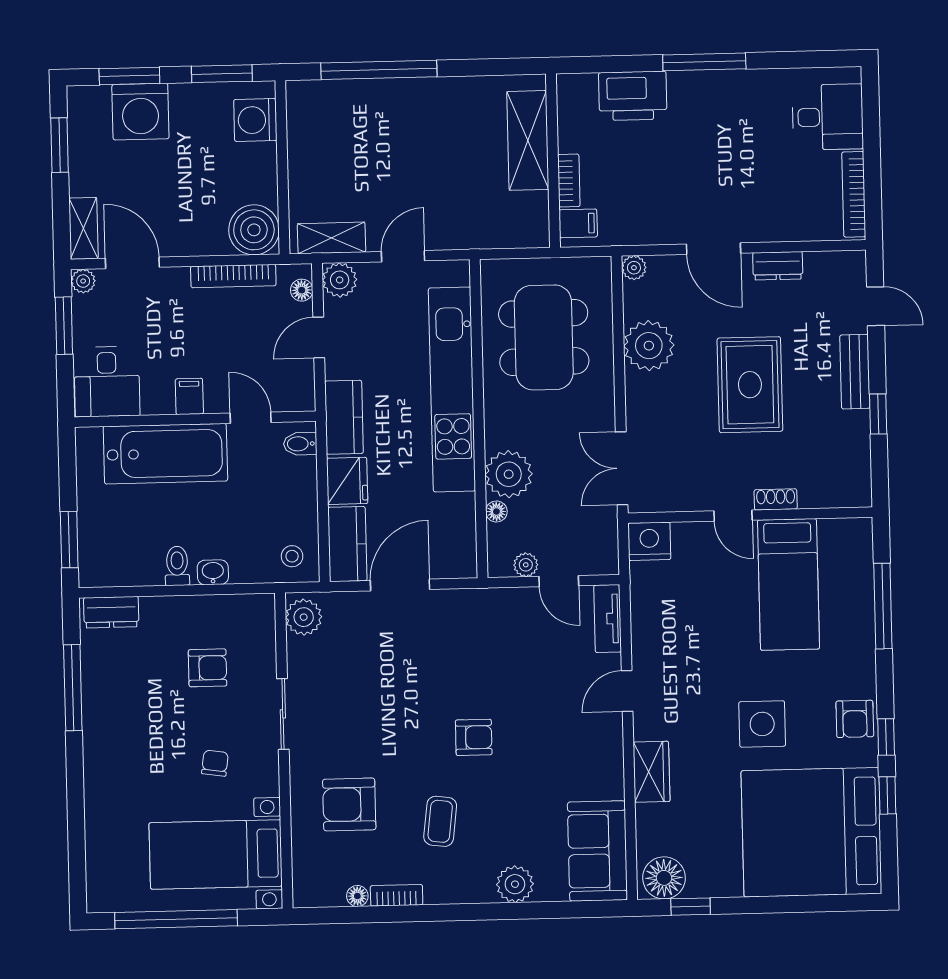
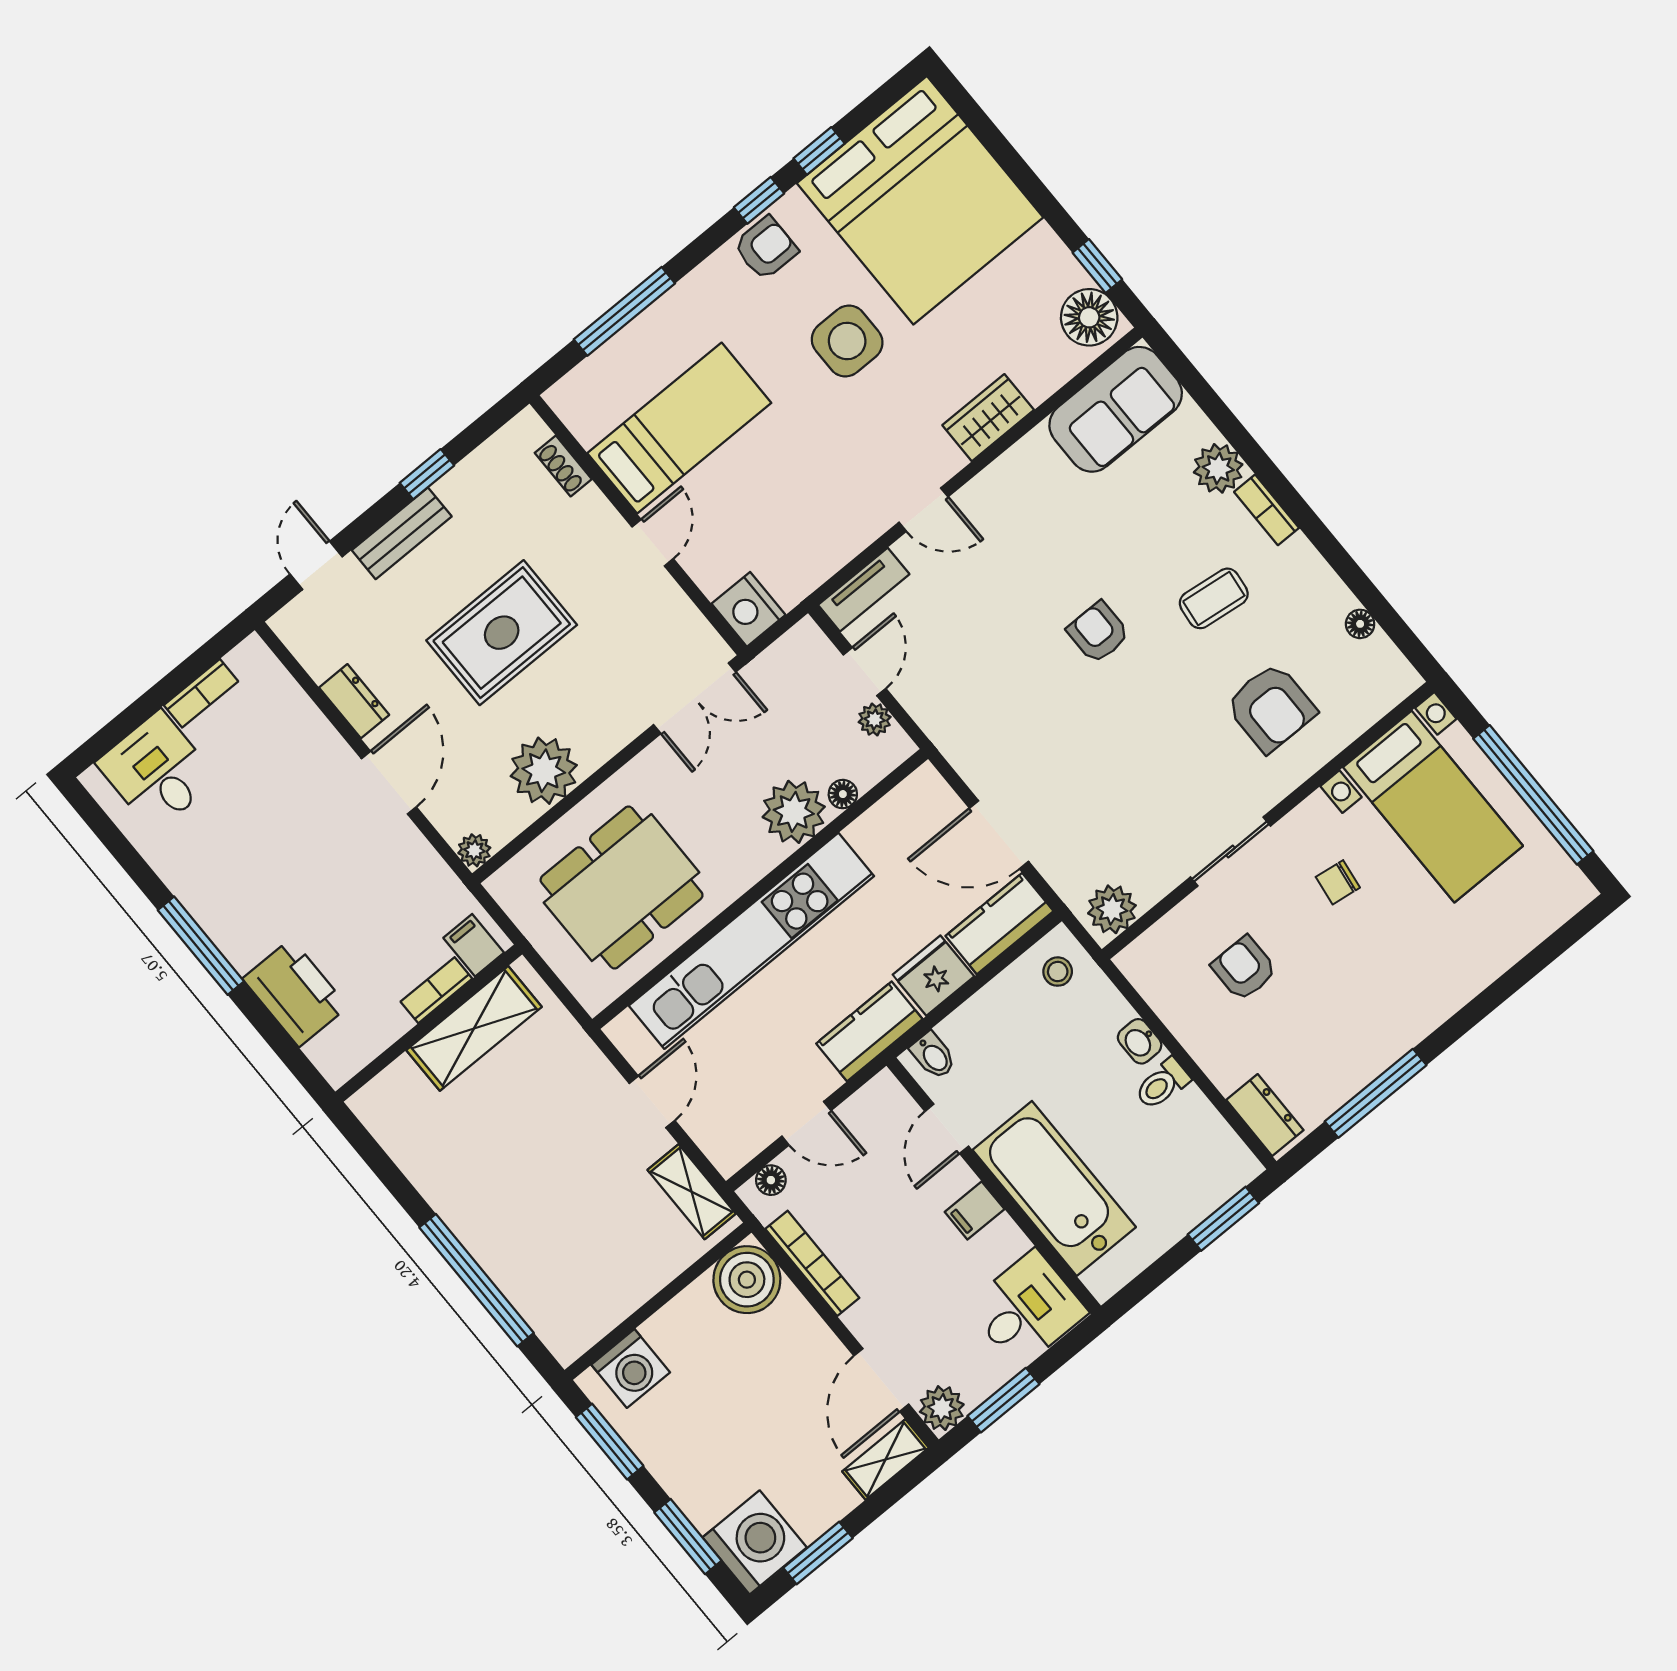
washing machine: (140, 112) -> (755, 1542), moved
shelving: (528, 140) -> (474, 1028), moved
bookcase: (854, 194) -> (201, 693), width x0.64
door: (403, 256) -> (652, 1102), swing flipped
plant: (340, 280) -> (729, 1149), removed
plant: (83, 281) -> (942, 1408), width x1.38, depth x1.38
shoe rack: (776, 499) -> (563, 466), moved
bookcase: (397, 895) -> (1267, 510), moved

